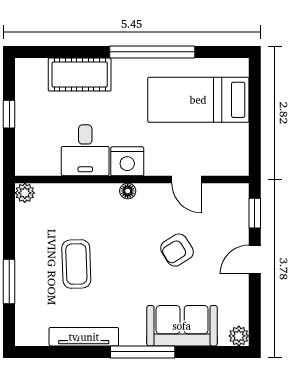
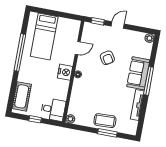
cot: (80, 75) -> (22, 96), moved
desk: (85, 150) -> (53, 109), moved
door: (255, 260) -> (118, 25), swing flipped
coffee table: (76, 264) -> (105, 121), moved
sofa: (182, 326) -> (138, 73), moved

